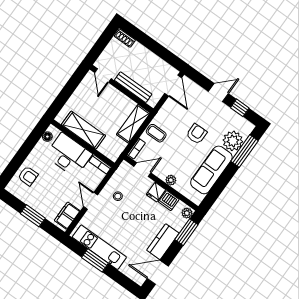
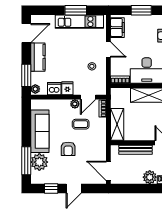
plant: (138, 51) -> (150, 177), added
coffee table: (156, 133) -> (81, 124), moved
plant: (171, 180) -> (75, 104), moved

